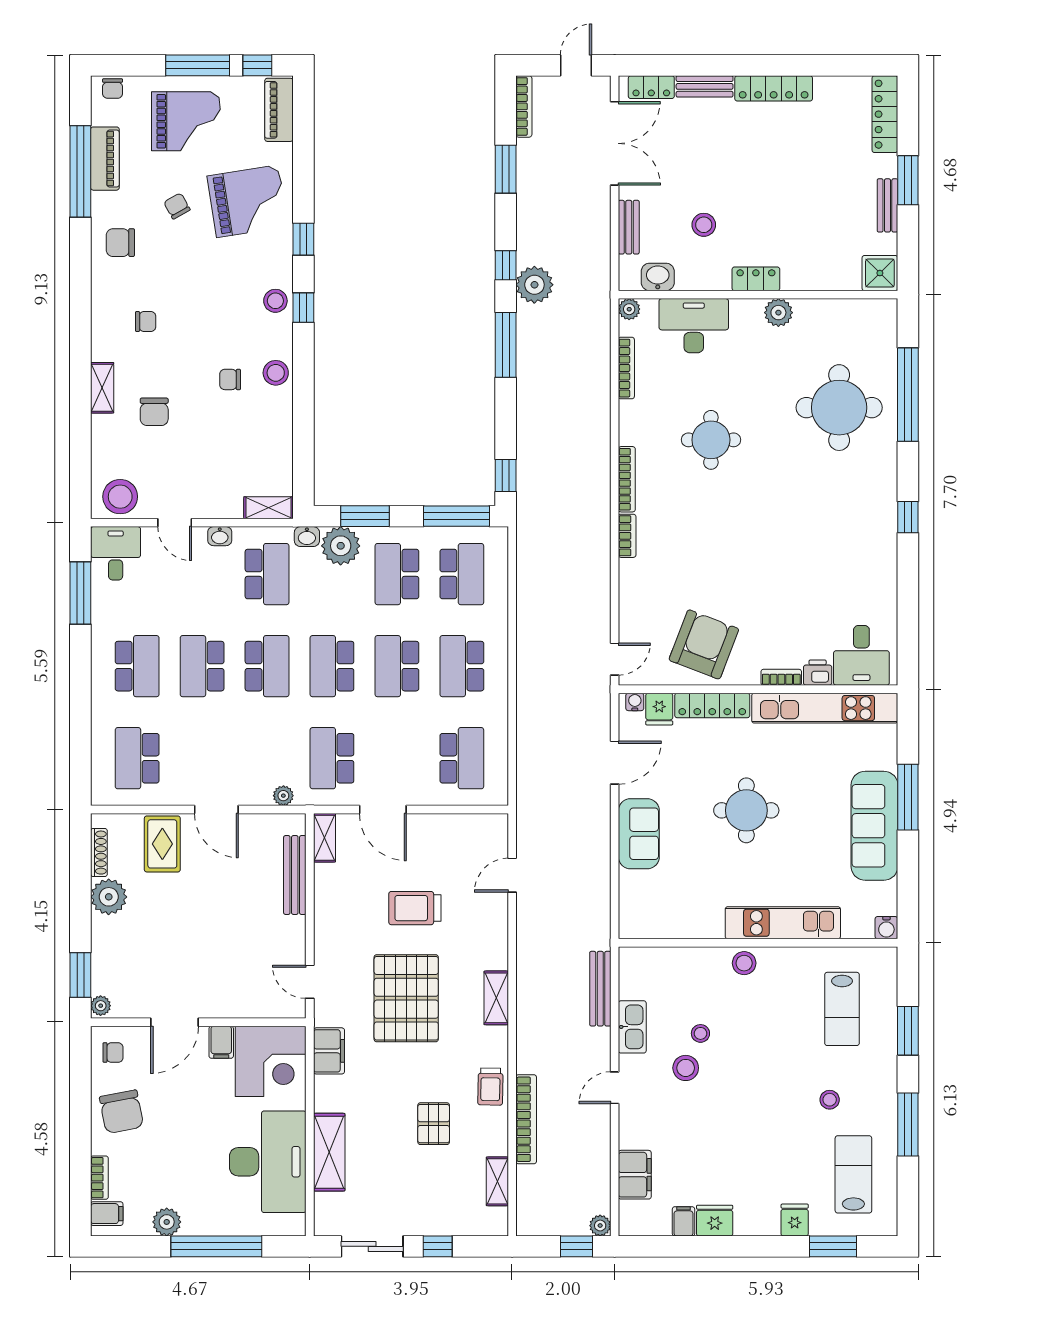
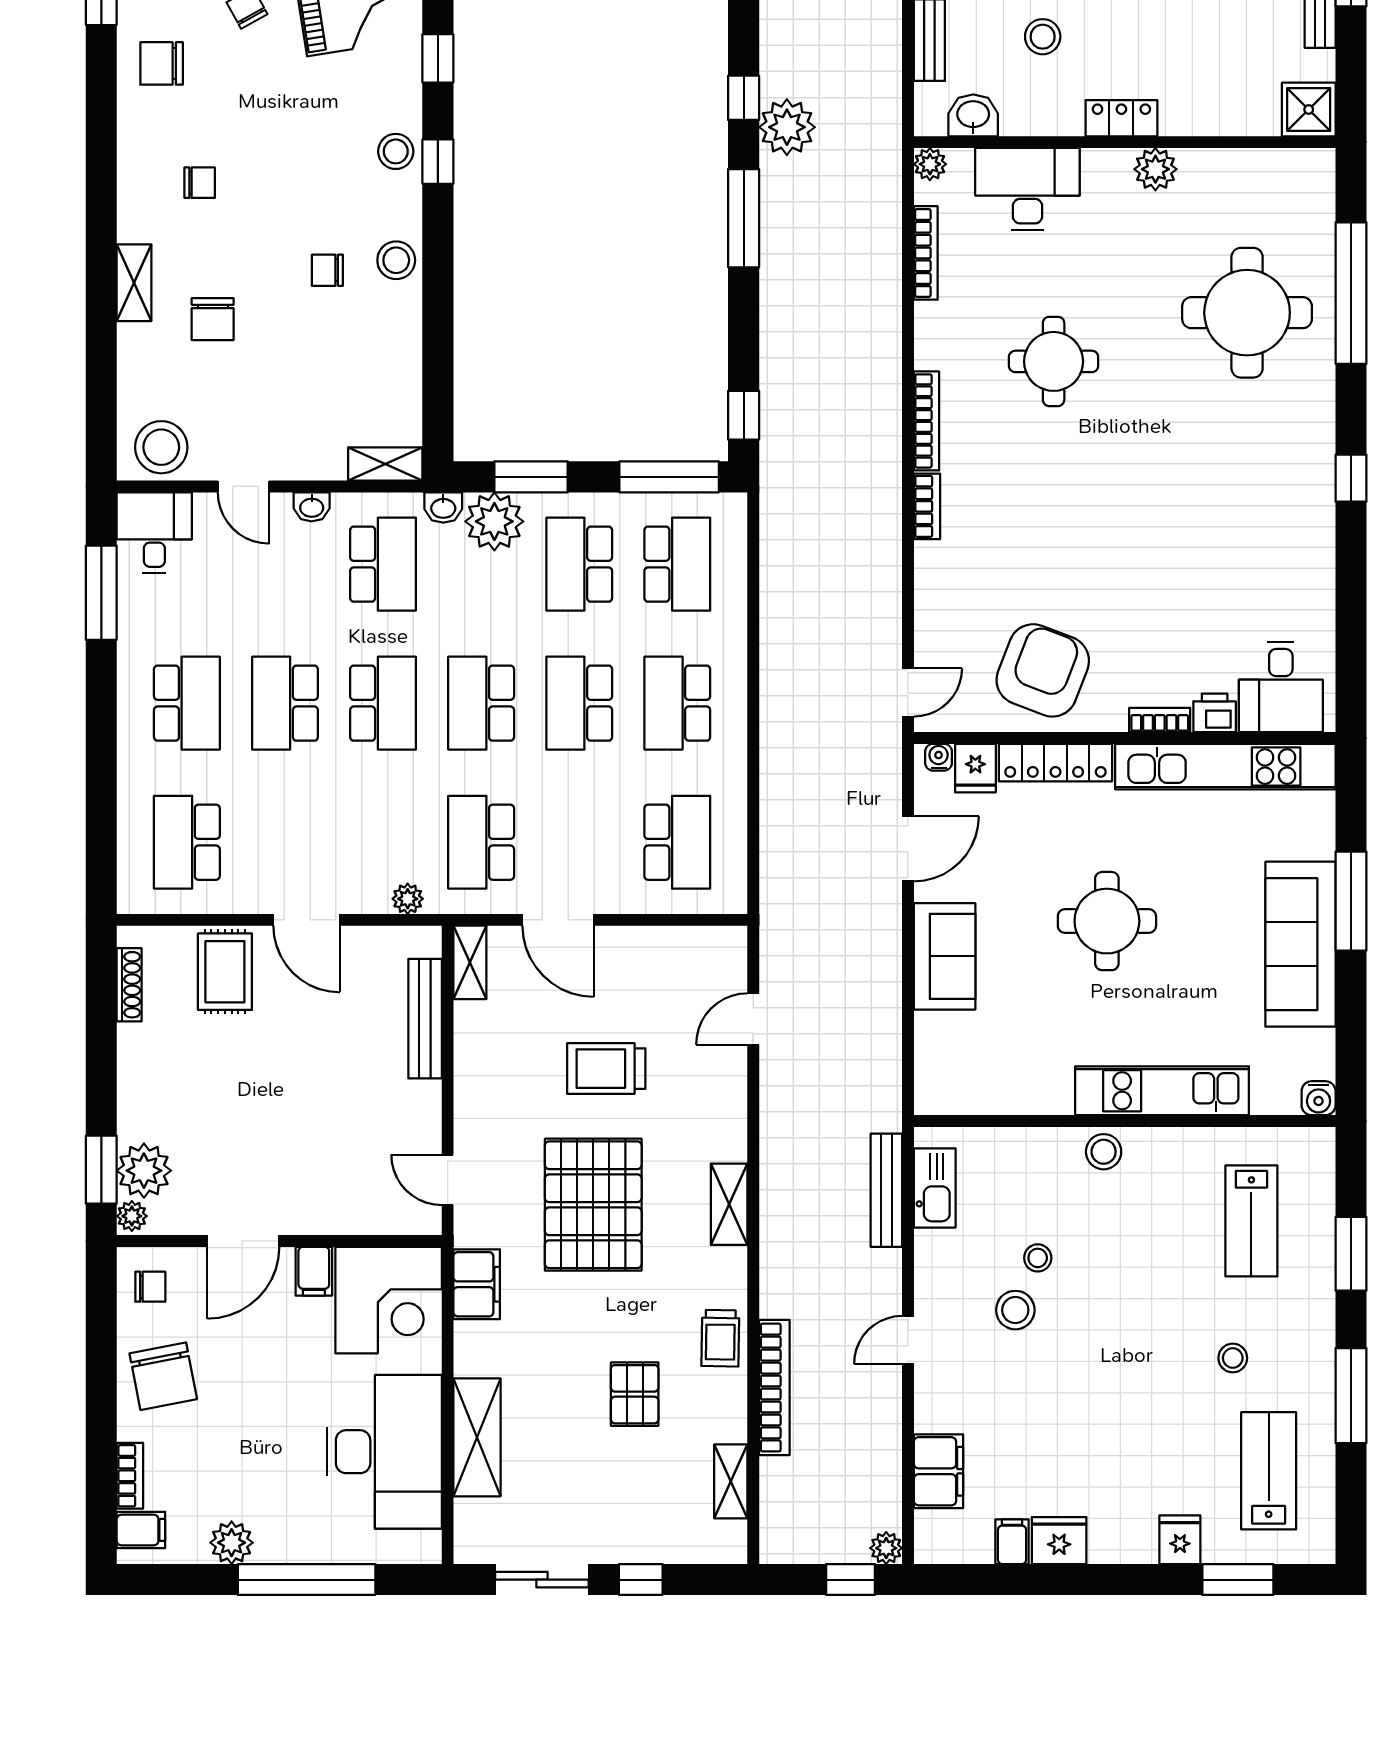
plant: (109, 897) -> (144, 1171), moved
kitchen sink: (632, 1027) -> (935, 1188), moved

